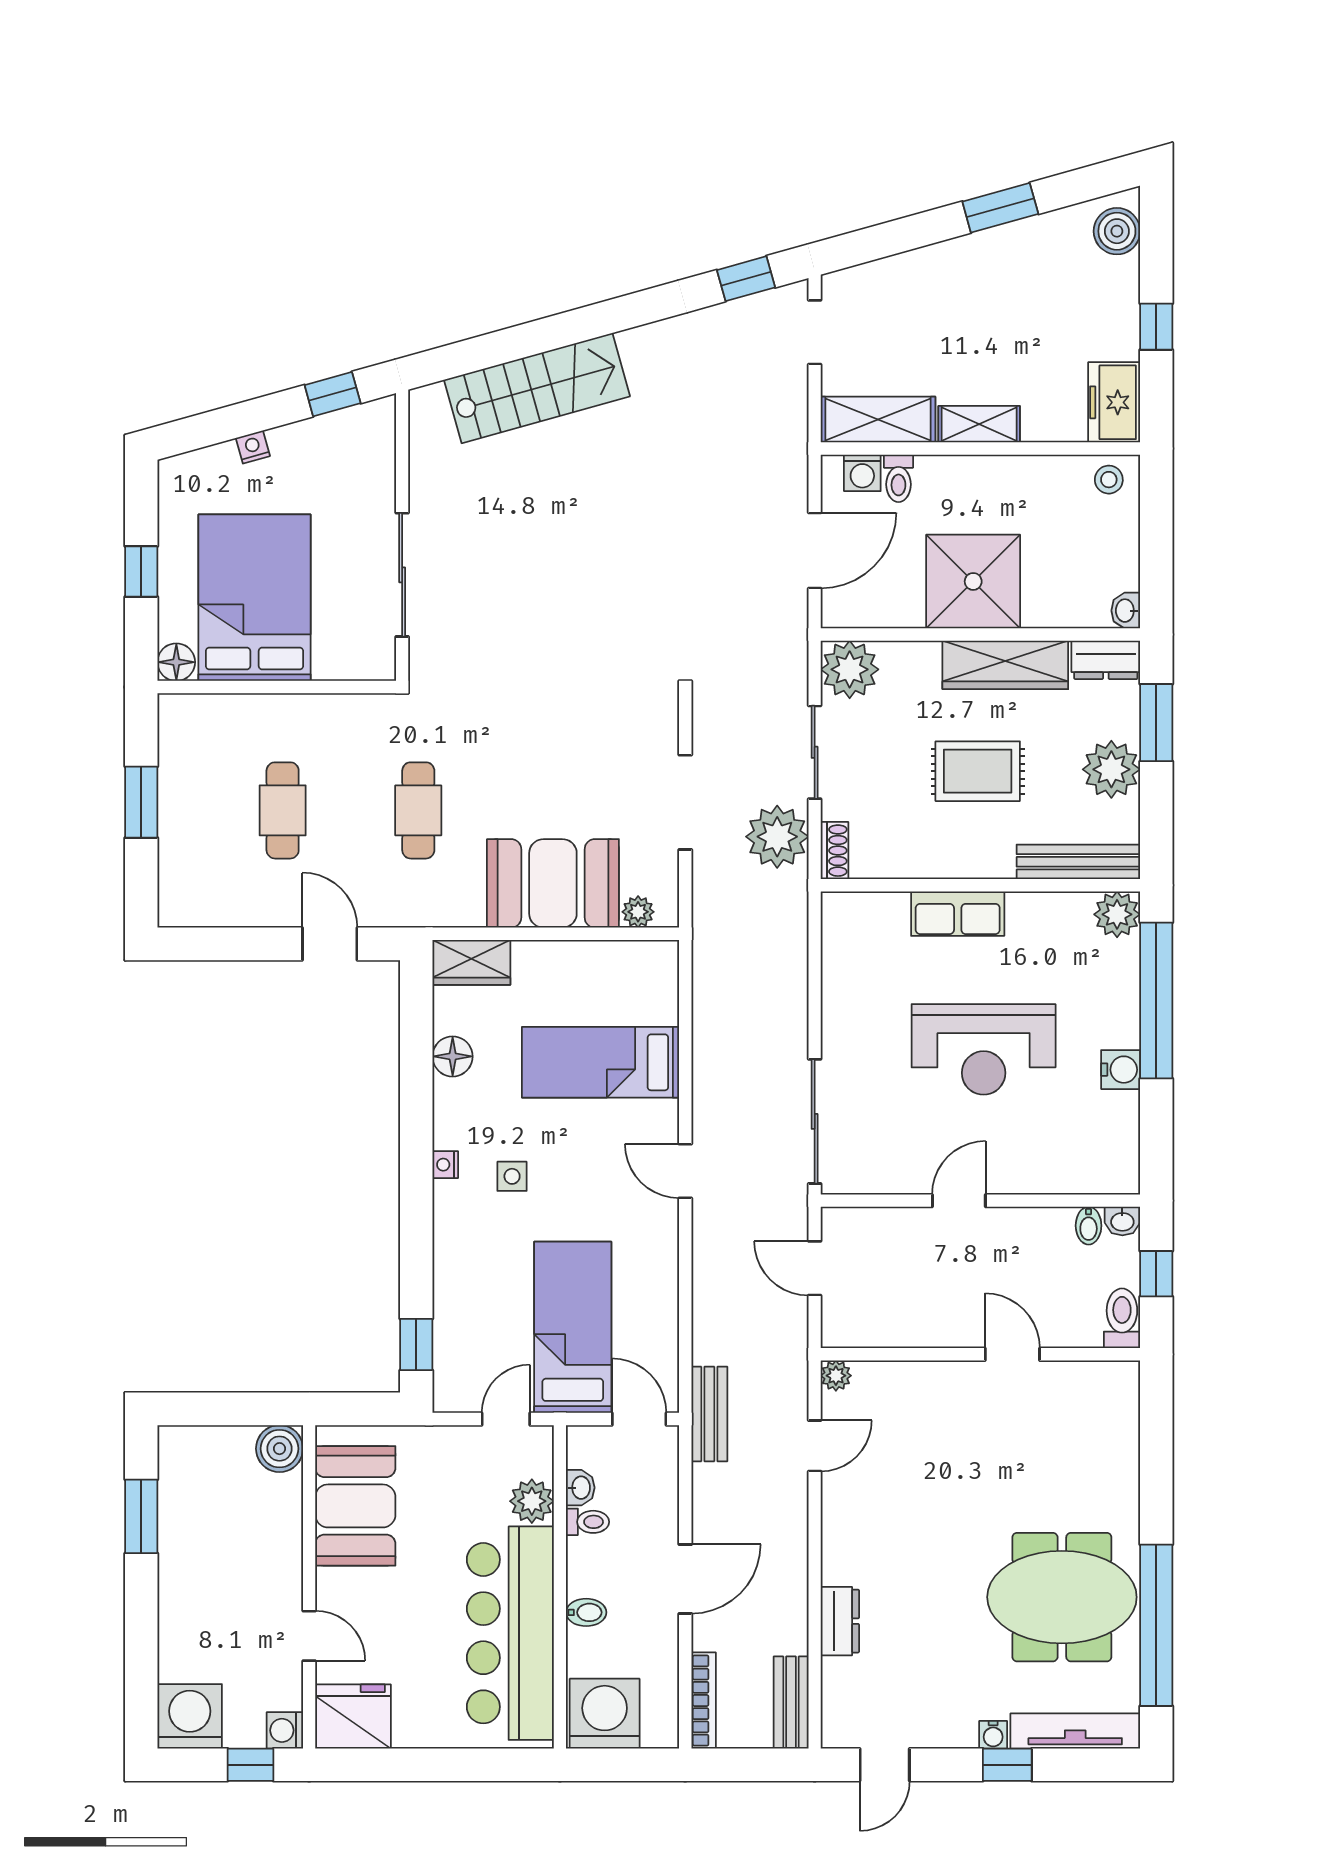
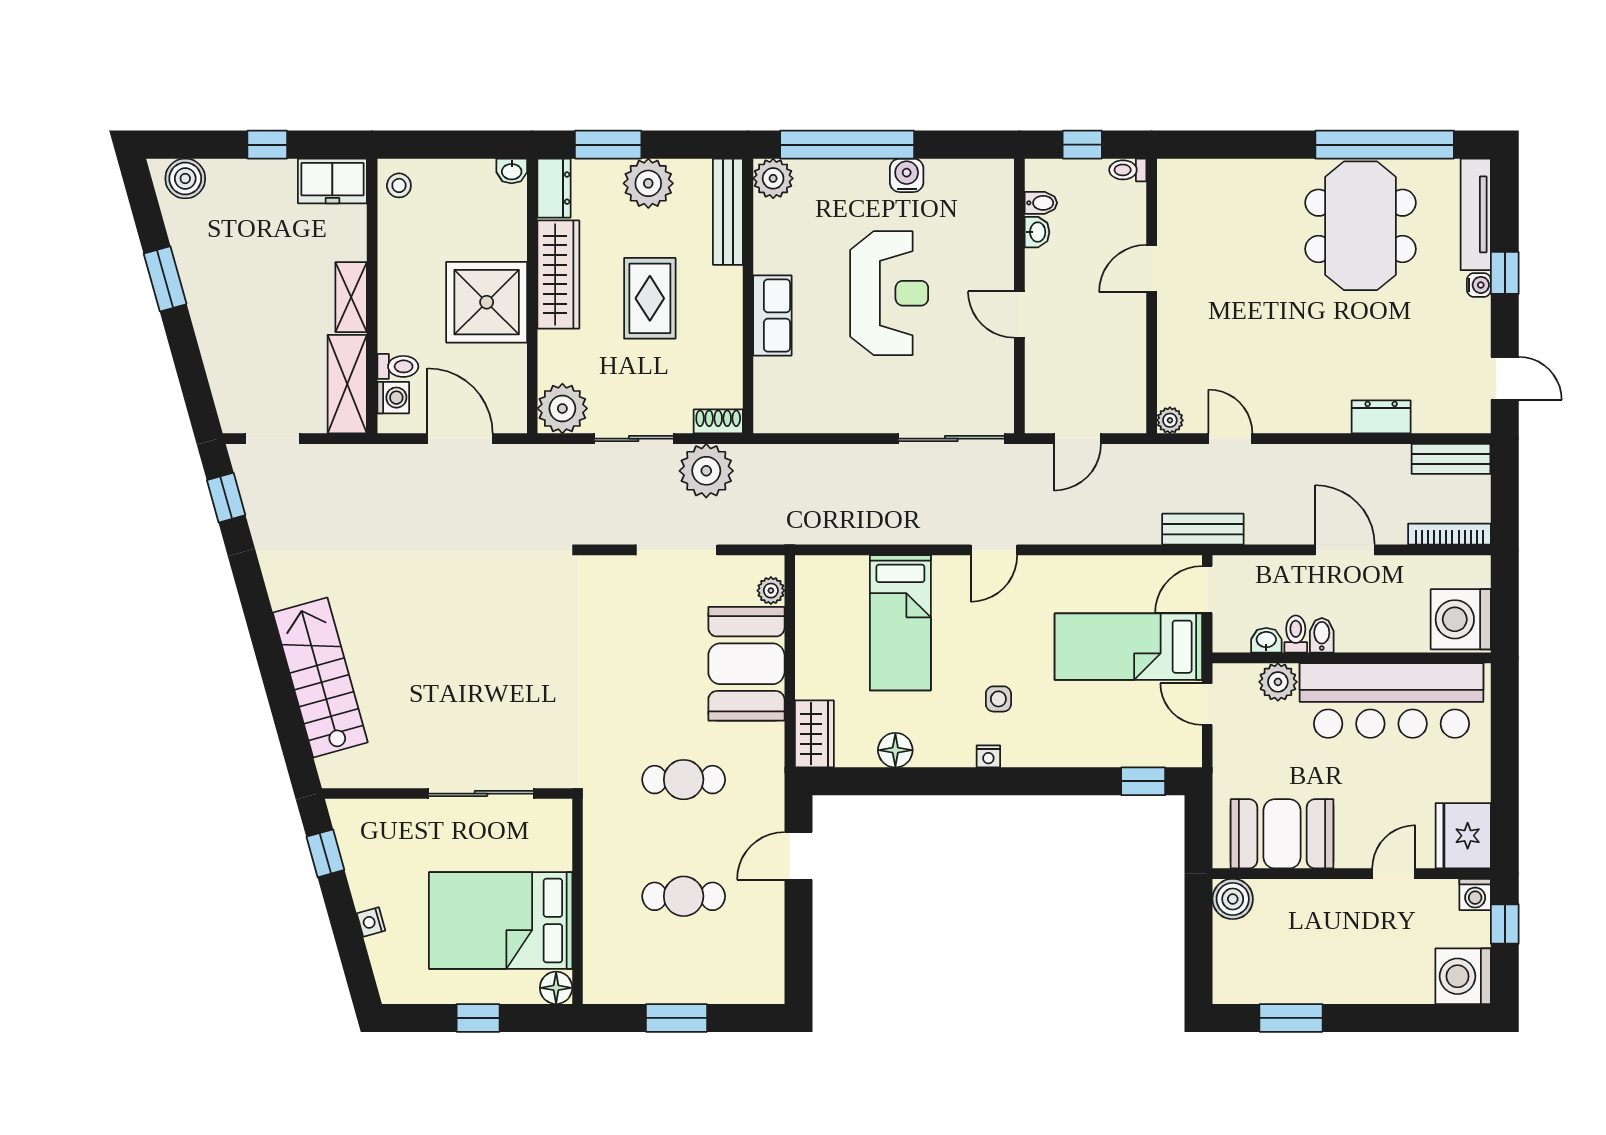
washbasin: (1122, 1221) -> (1037, 232), moved
toilet: (1122, 1318) -> (1128, 170), width x0.73, depth x0.72
bidet: (586, 1612) -> (1322, 635), moved

